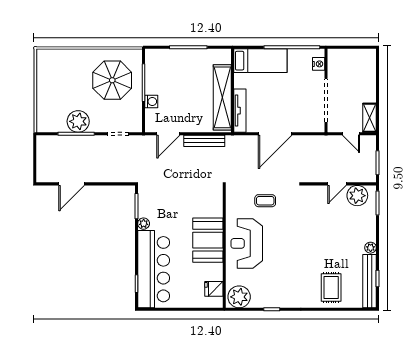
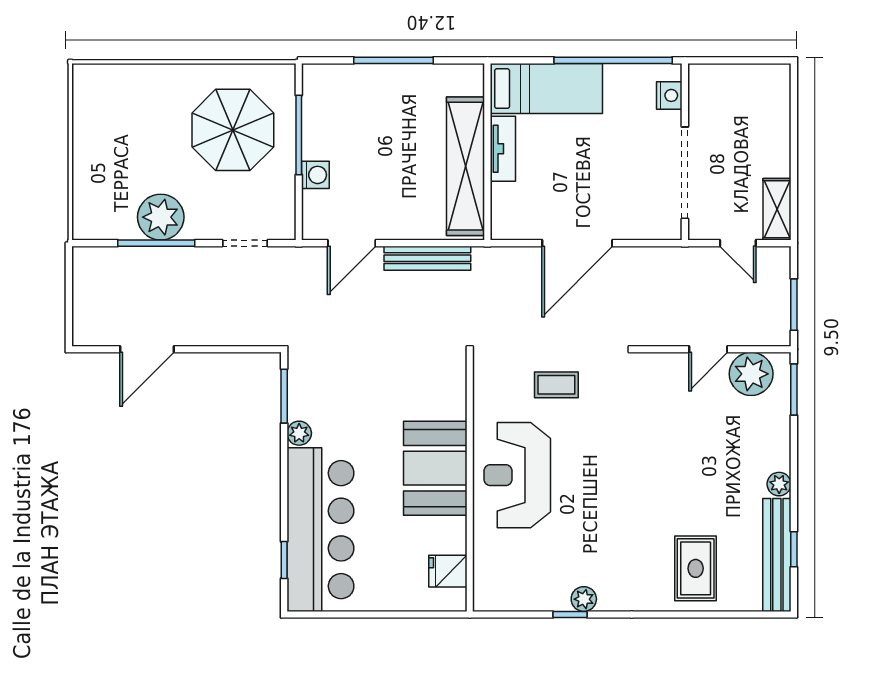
tv unit: (240, 111) -> (503, 149), moved, width x0.71
plant: (239, 297) -> (584, 599), moved, width x0.53, depth x0.53

